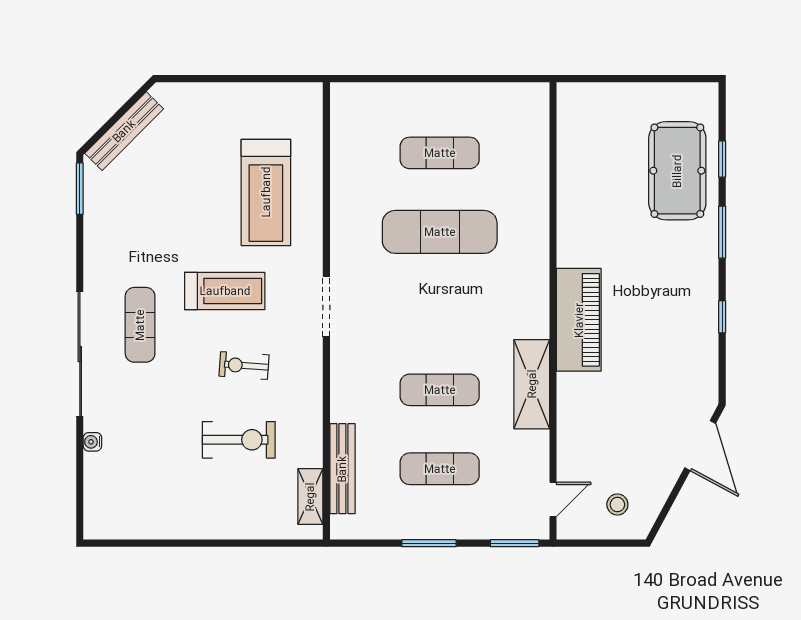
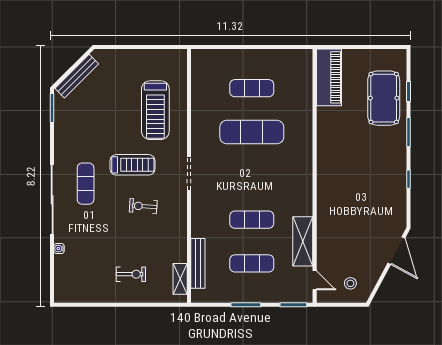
piano: (579, 320) -> (329, 77), moved
shelving: (532, 384) -> (303, 241), moved
exercise bike: (239, 440) -> (131, 274), moved, width x0.73, depth x0.72
door: (553, 499) -> (315, 280), hinge flipped

